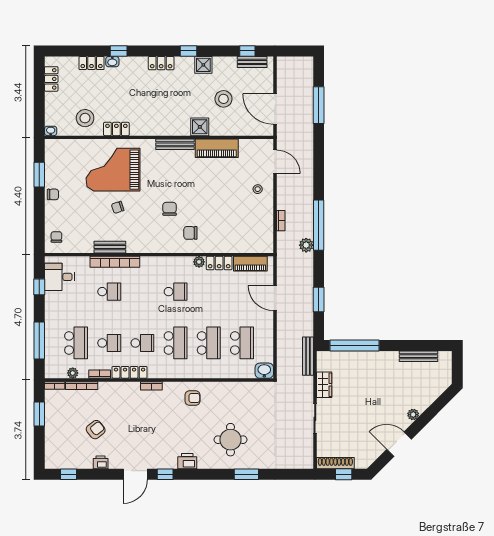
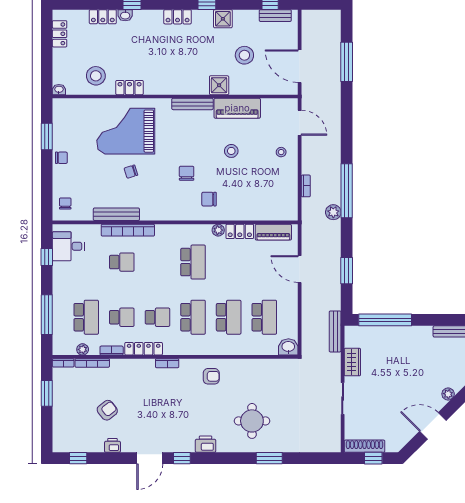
stool: (211, 188) -> (231, 151), added
bench: (110, 247) -> (116, 214), width x1.36
school desk: (176, 292) -> (193, 262), width x1.85

